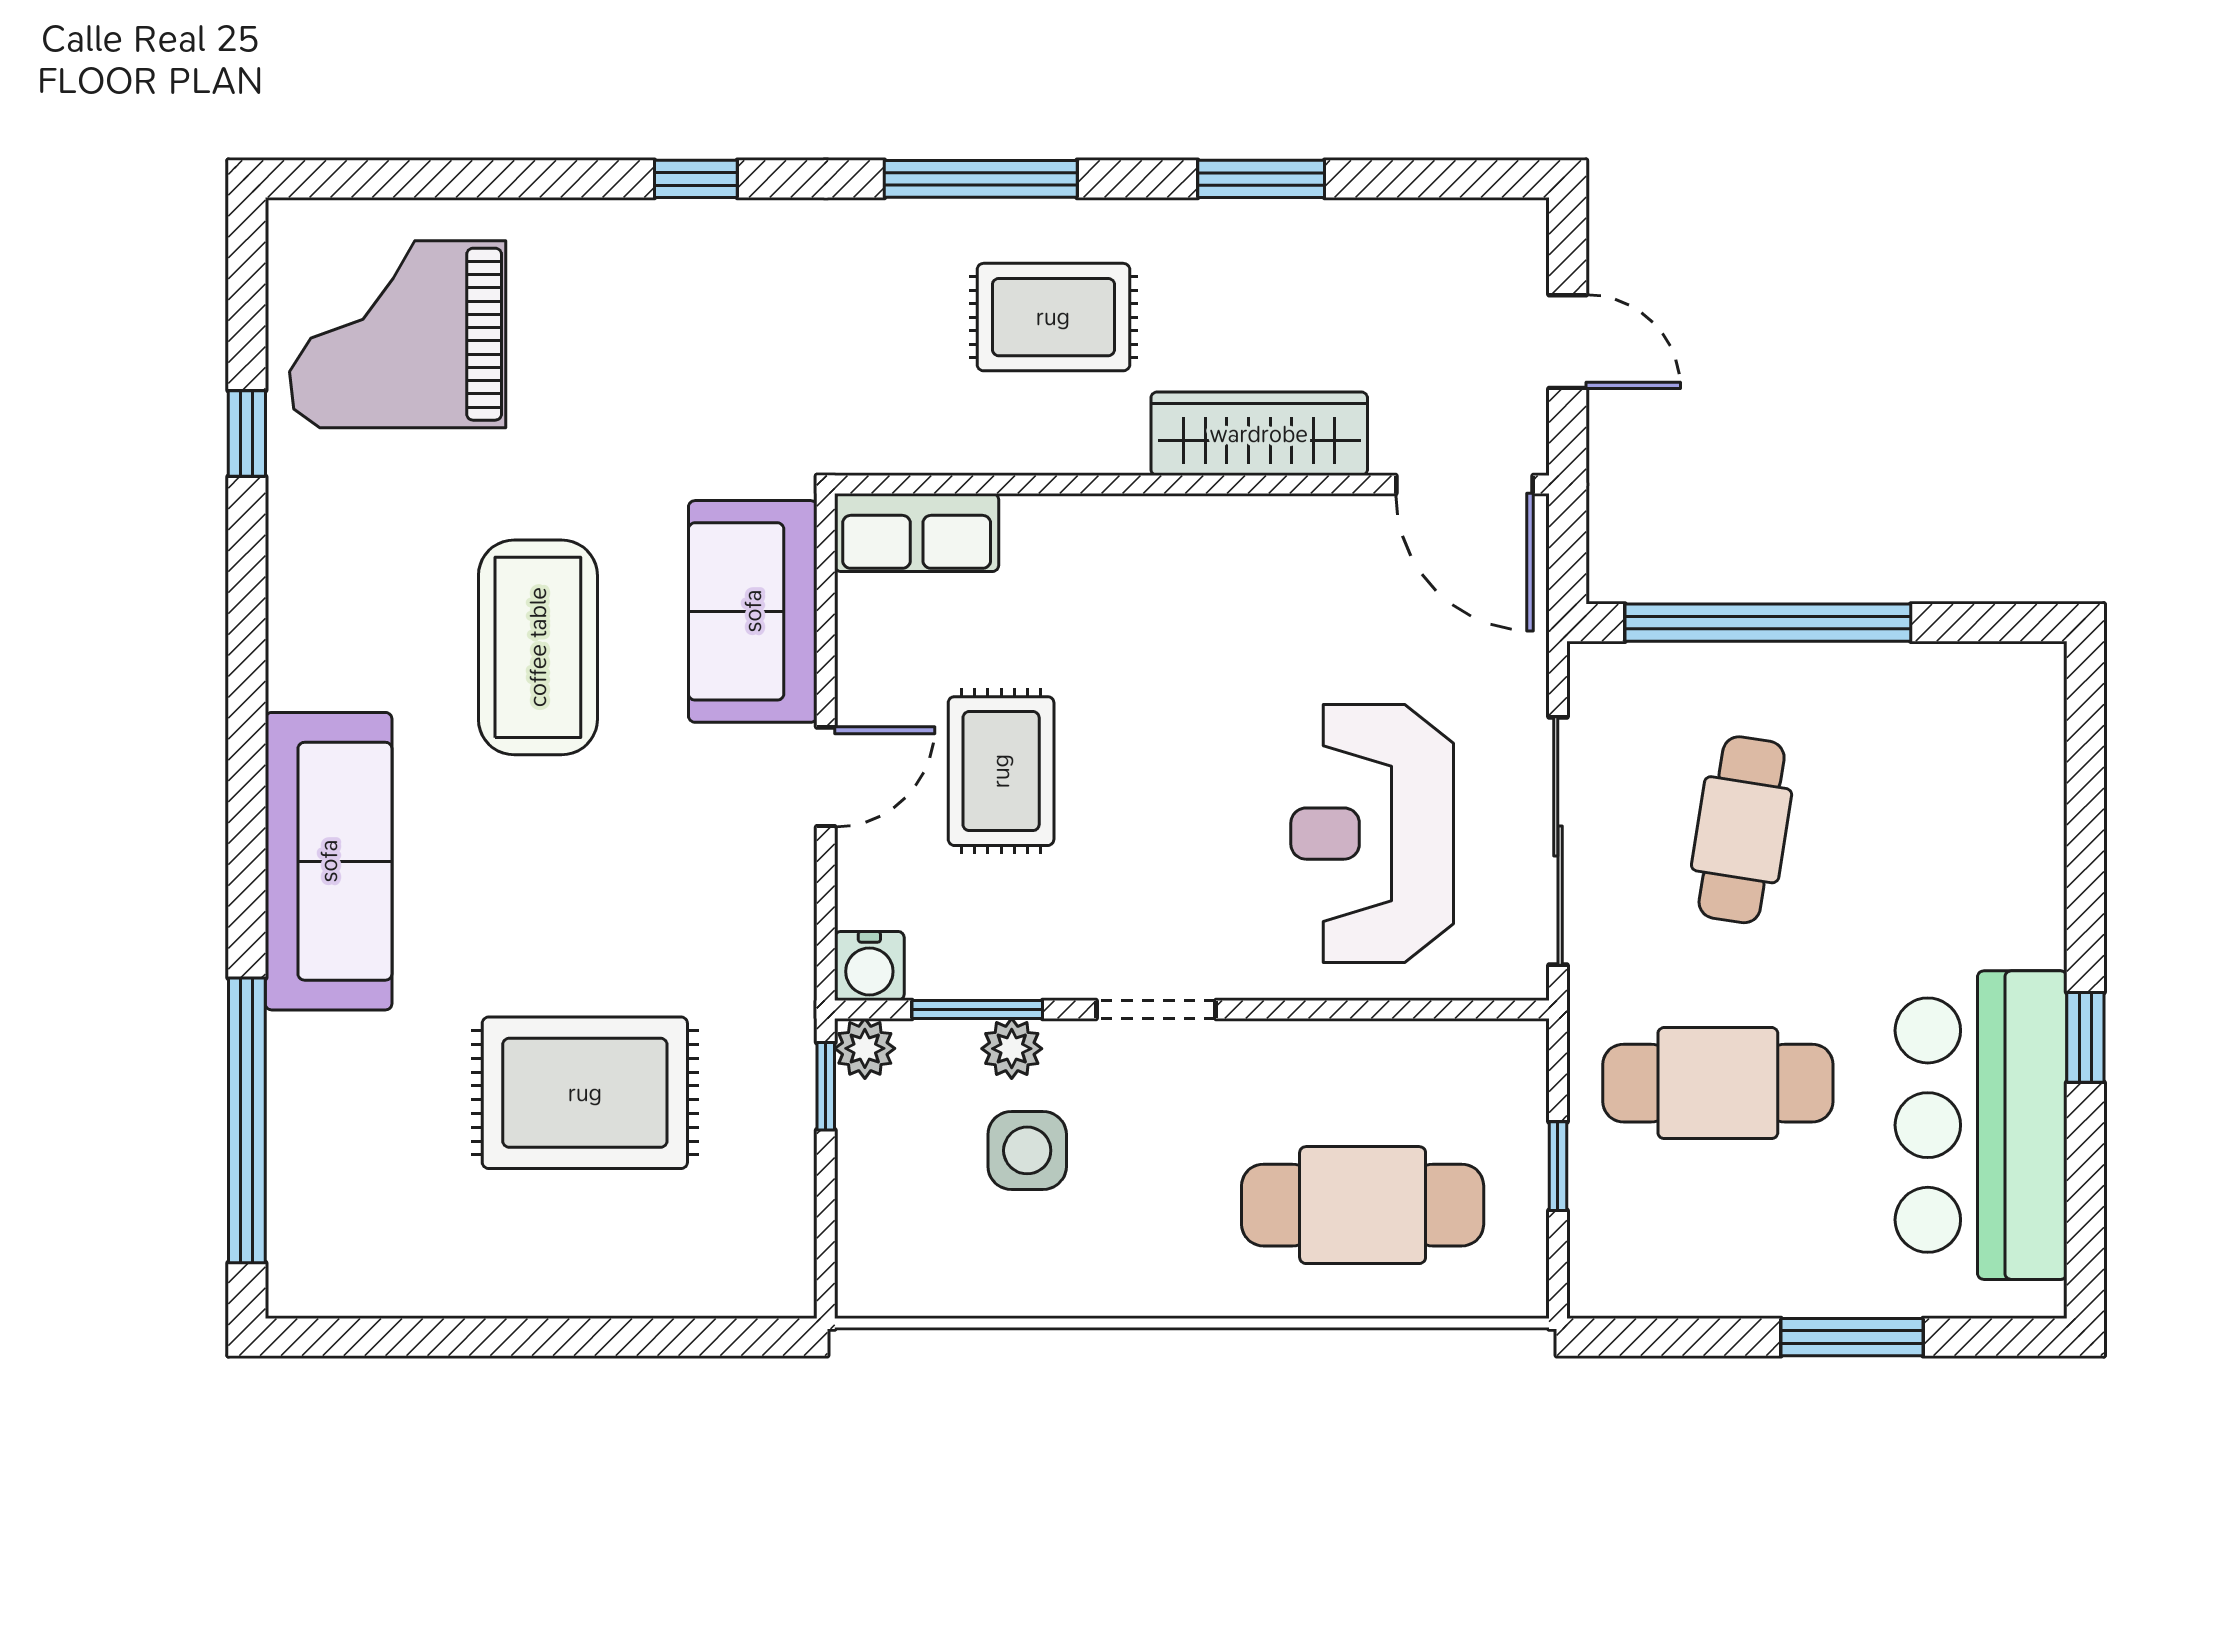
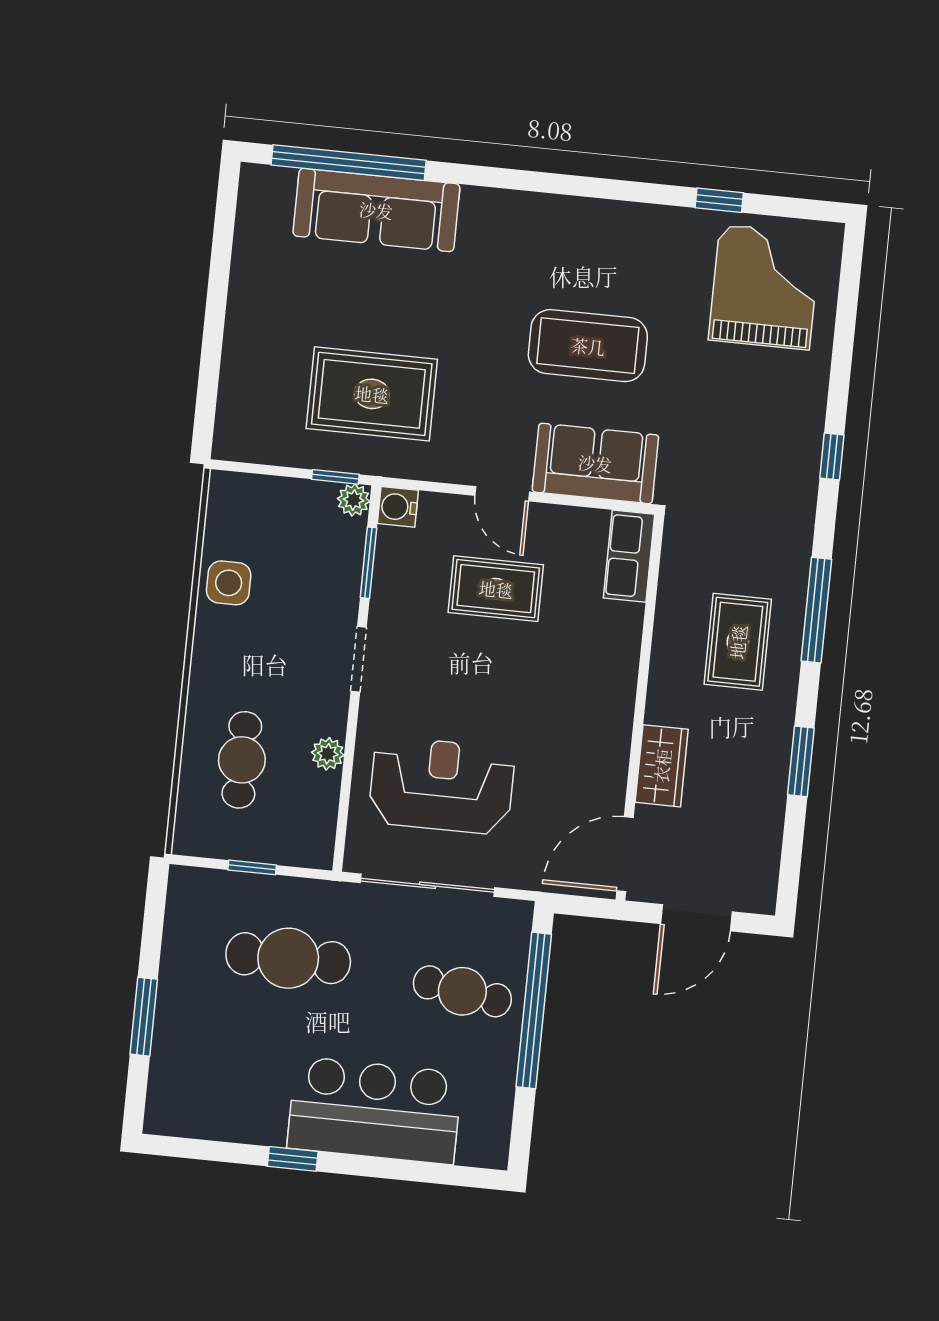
door: (1568, 342) -> (696, 918), width x1.38
wardrobe: (1259, 434) -> (662, 766), width x0.67
cafe table: (1742, 830) -> (462, 991), moved
sofa: (329, 861) -> (376, 210), moved
plant: (1012, 1049) -> (328, 754), moved
cafe table: (1718, 1083) -> (288, 958), turned 90
rug: (585, 1093) -> (372, 394), moved, turned 90
bar counter: (1981, 1125) -> (375, 1110), moved
side table: (1027, 1150) -> (229, 583), moved
cafe table: (1363, 1205) -> (242, 760), width x0.73, depth x0.74

